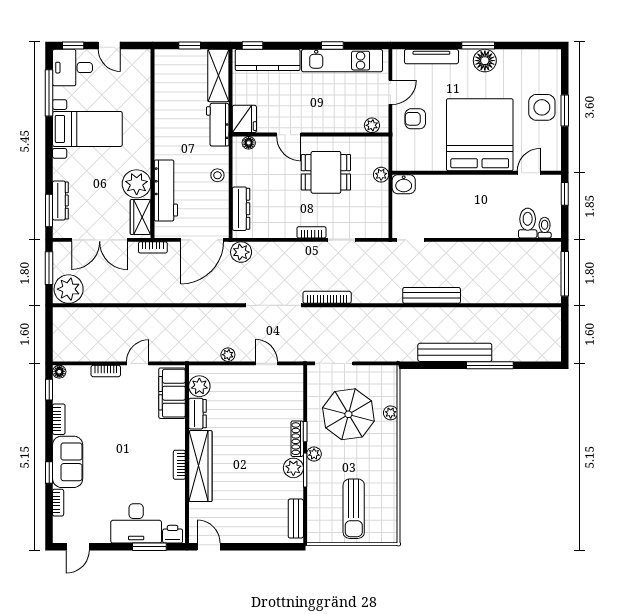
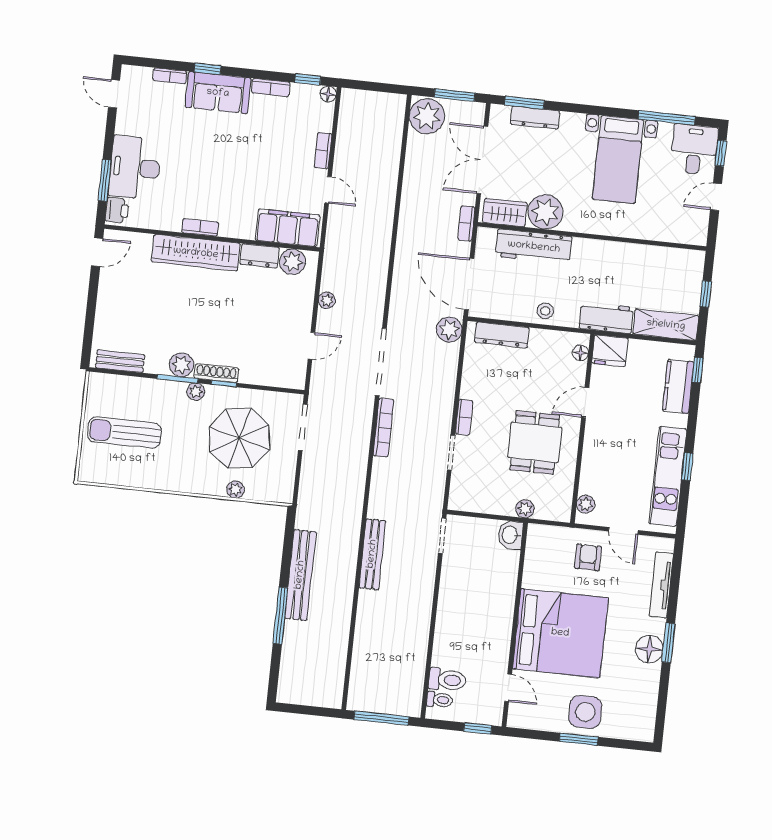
kitchen counter: (268, 60) -> (678, 386), width x0.67

